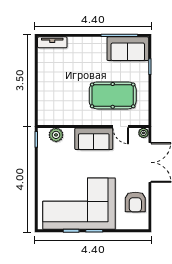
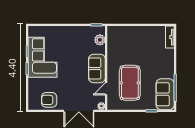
corner sofa: (79, 204) -> (43, 57), width x0.73, depth x0.74

